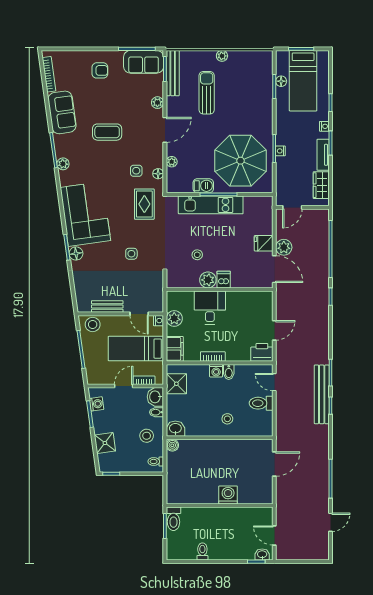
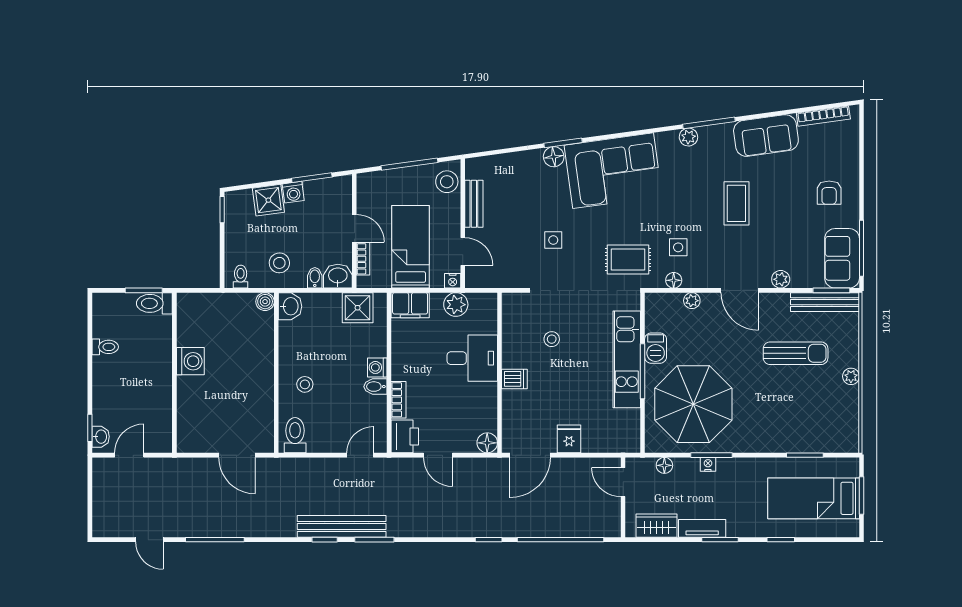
floor lamp: (281, 81) -> (664, 465), moved
nightstand: (324, 126) -> (745, 530), removed
plant: (284, 247) -> (563, 469), removed
plant: (208, 280) -> (514, 355), removed
floor lamp: (266, 298) -> (487, 443), added
door: (139, 314) -> (463, 252), swing flipped
bookcase: (213, 357) -> (399, 400), moved
toilet: (261, 403) -> (295, 435), moved
washing machine: (97, 404) -> (293, 192), moved
washing machine: (228, 495) -> (190, 361), moved

